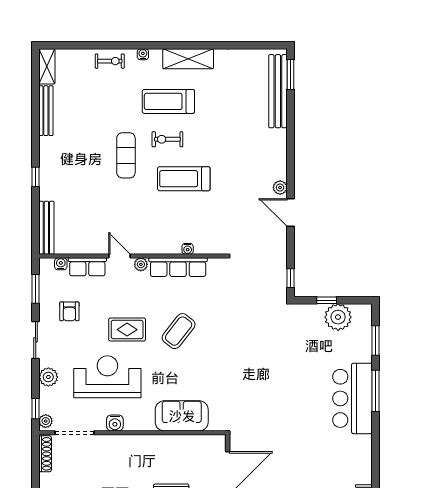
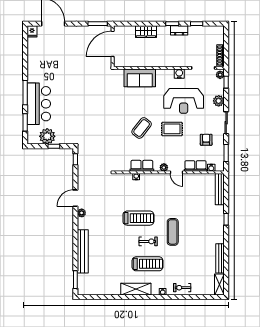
bench: (278, 91) -> (83, 251), moved
door: (290, 212) -> (75, 198), swing flipped
row of seats: (178, 267) -> (142, 166), width x0.68
bar counter: (352, 398) -> (39, 104), moved

